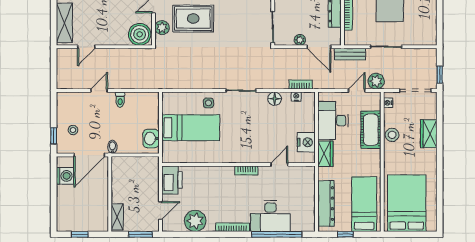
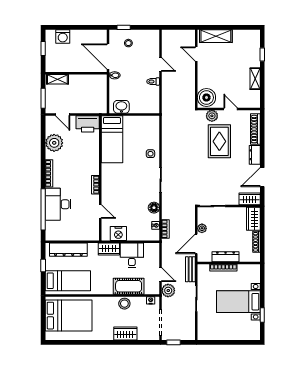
desk: (333, 121) -> (132, 255), width x0.73
bed: (191, 128) -> (112, 139), moved
washing machine: (65, 176) -> (63, 36), moved

